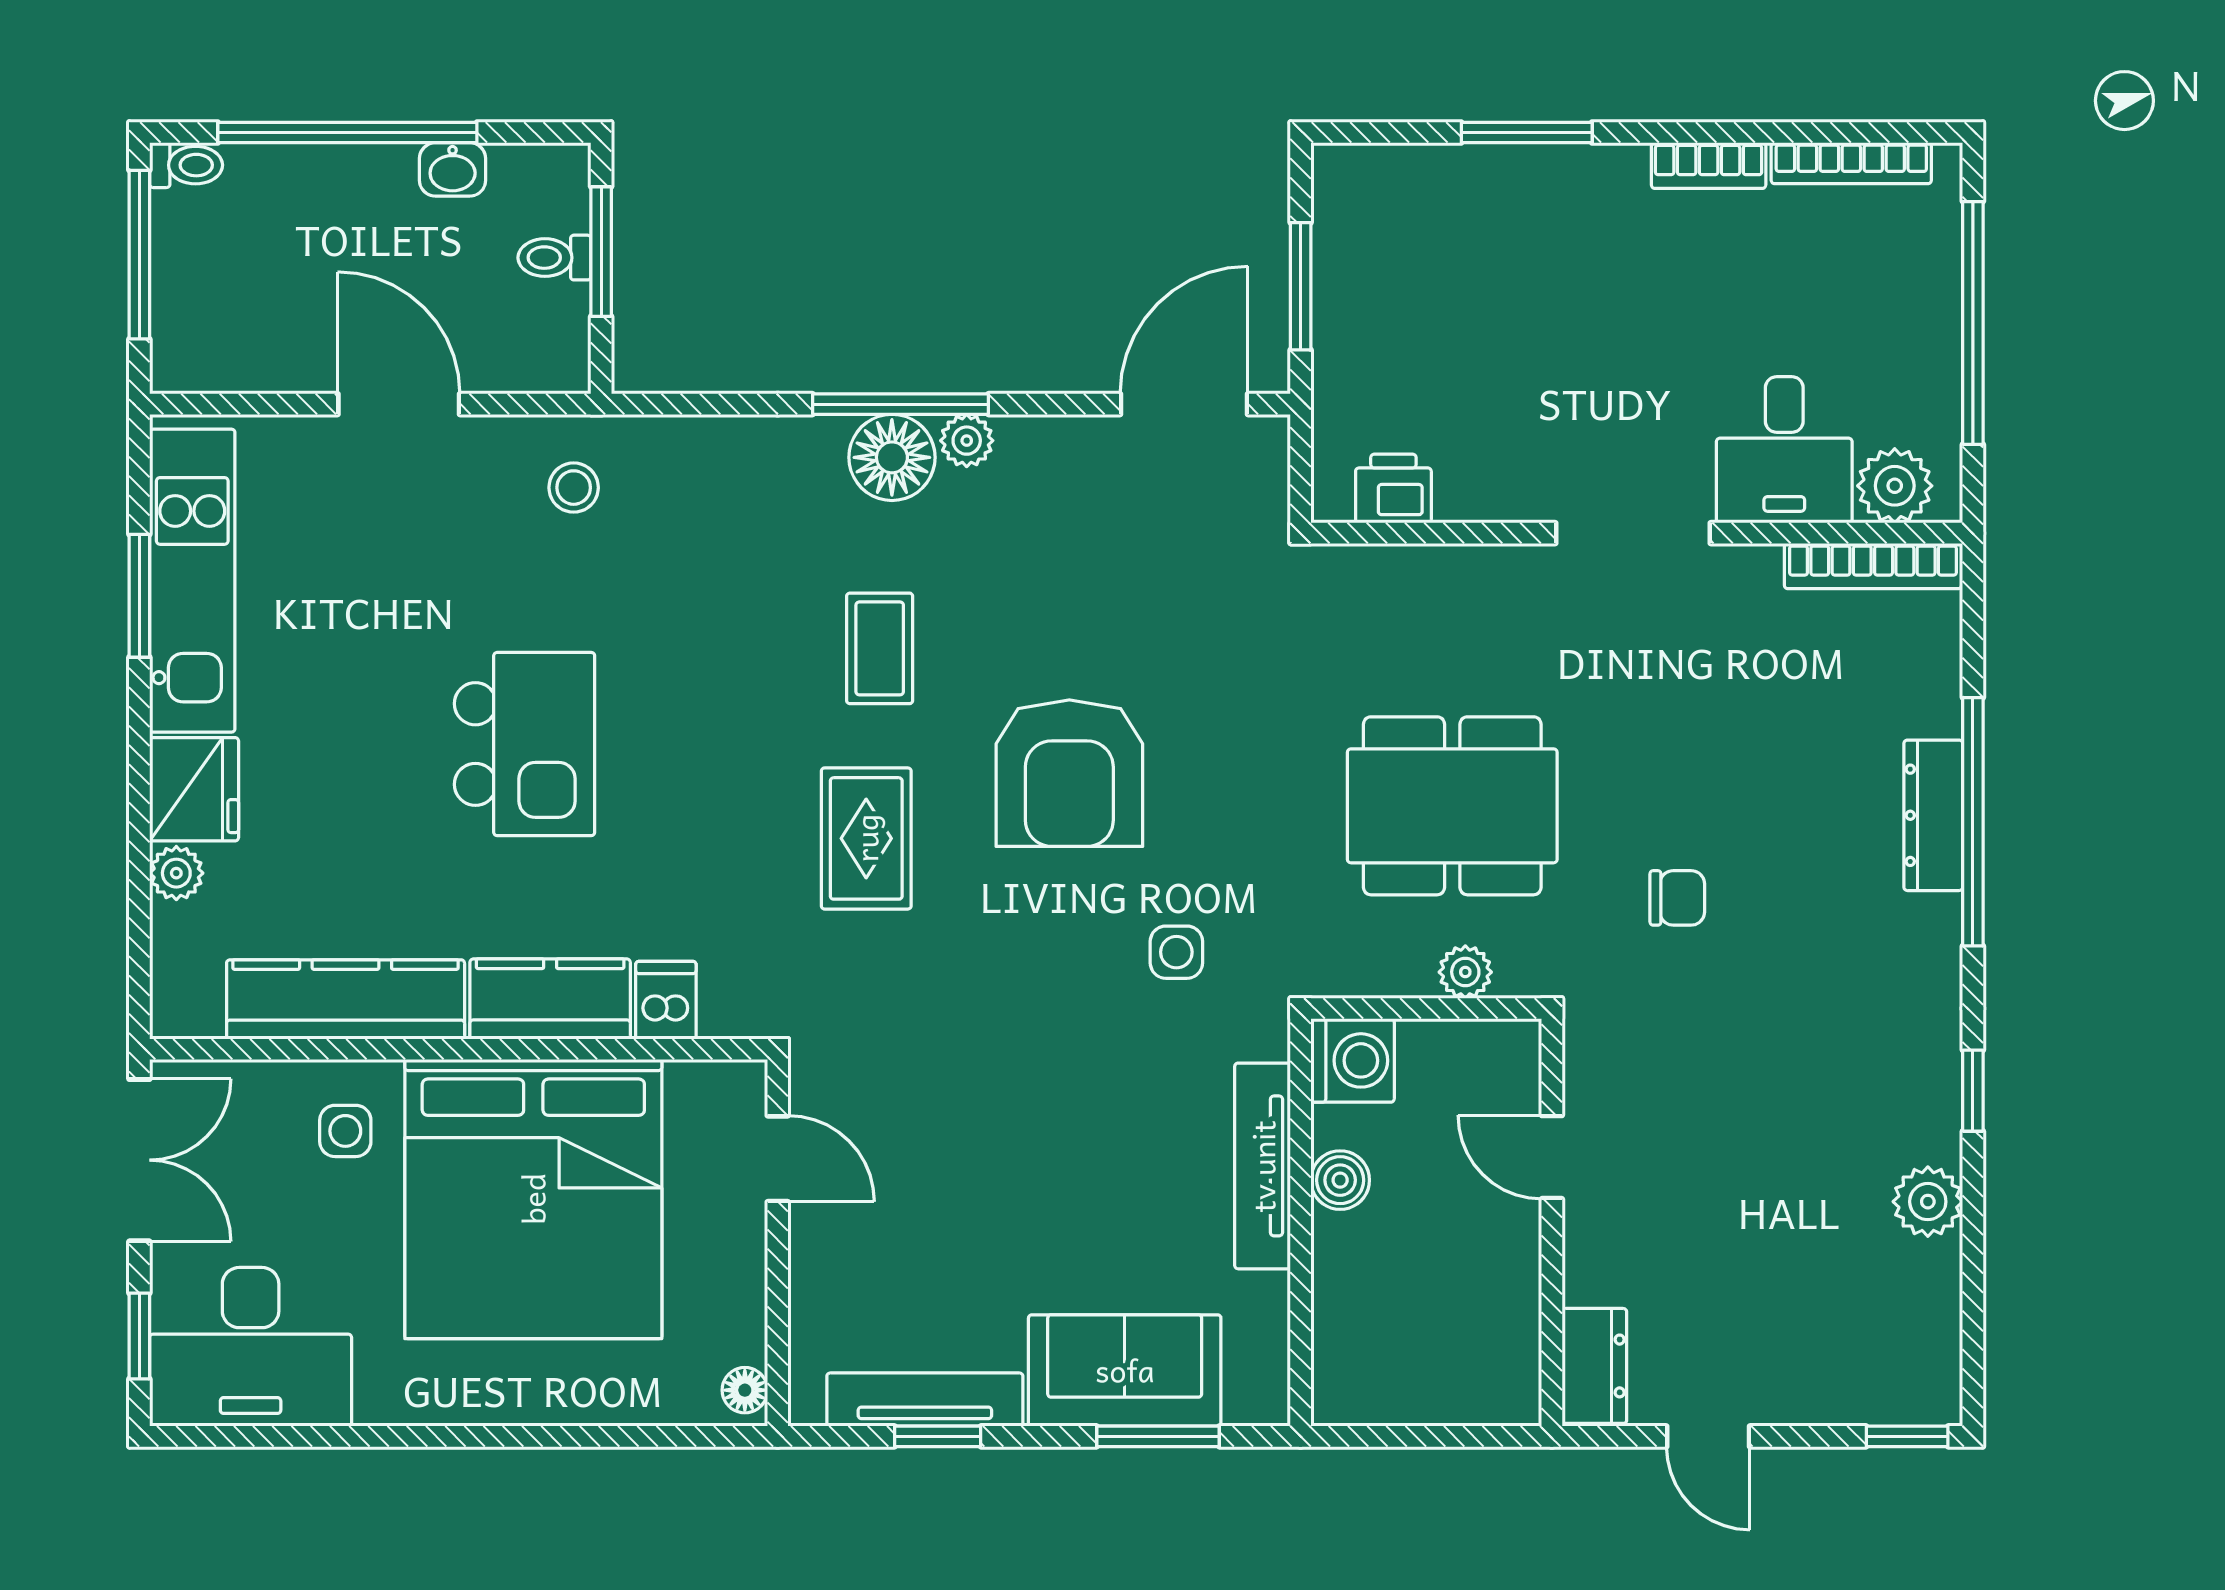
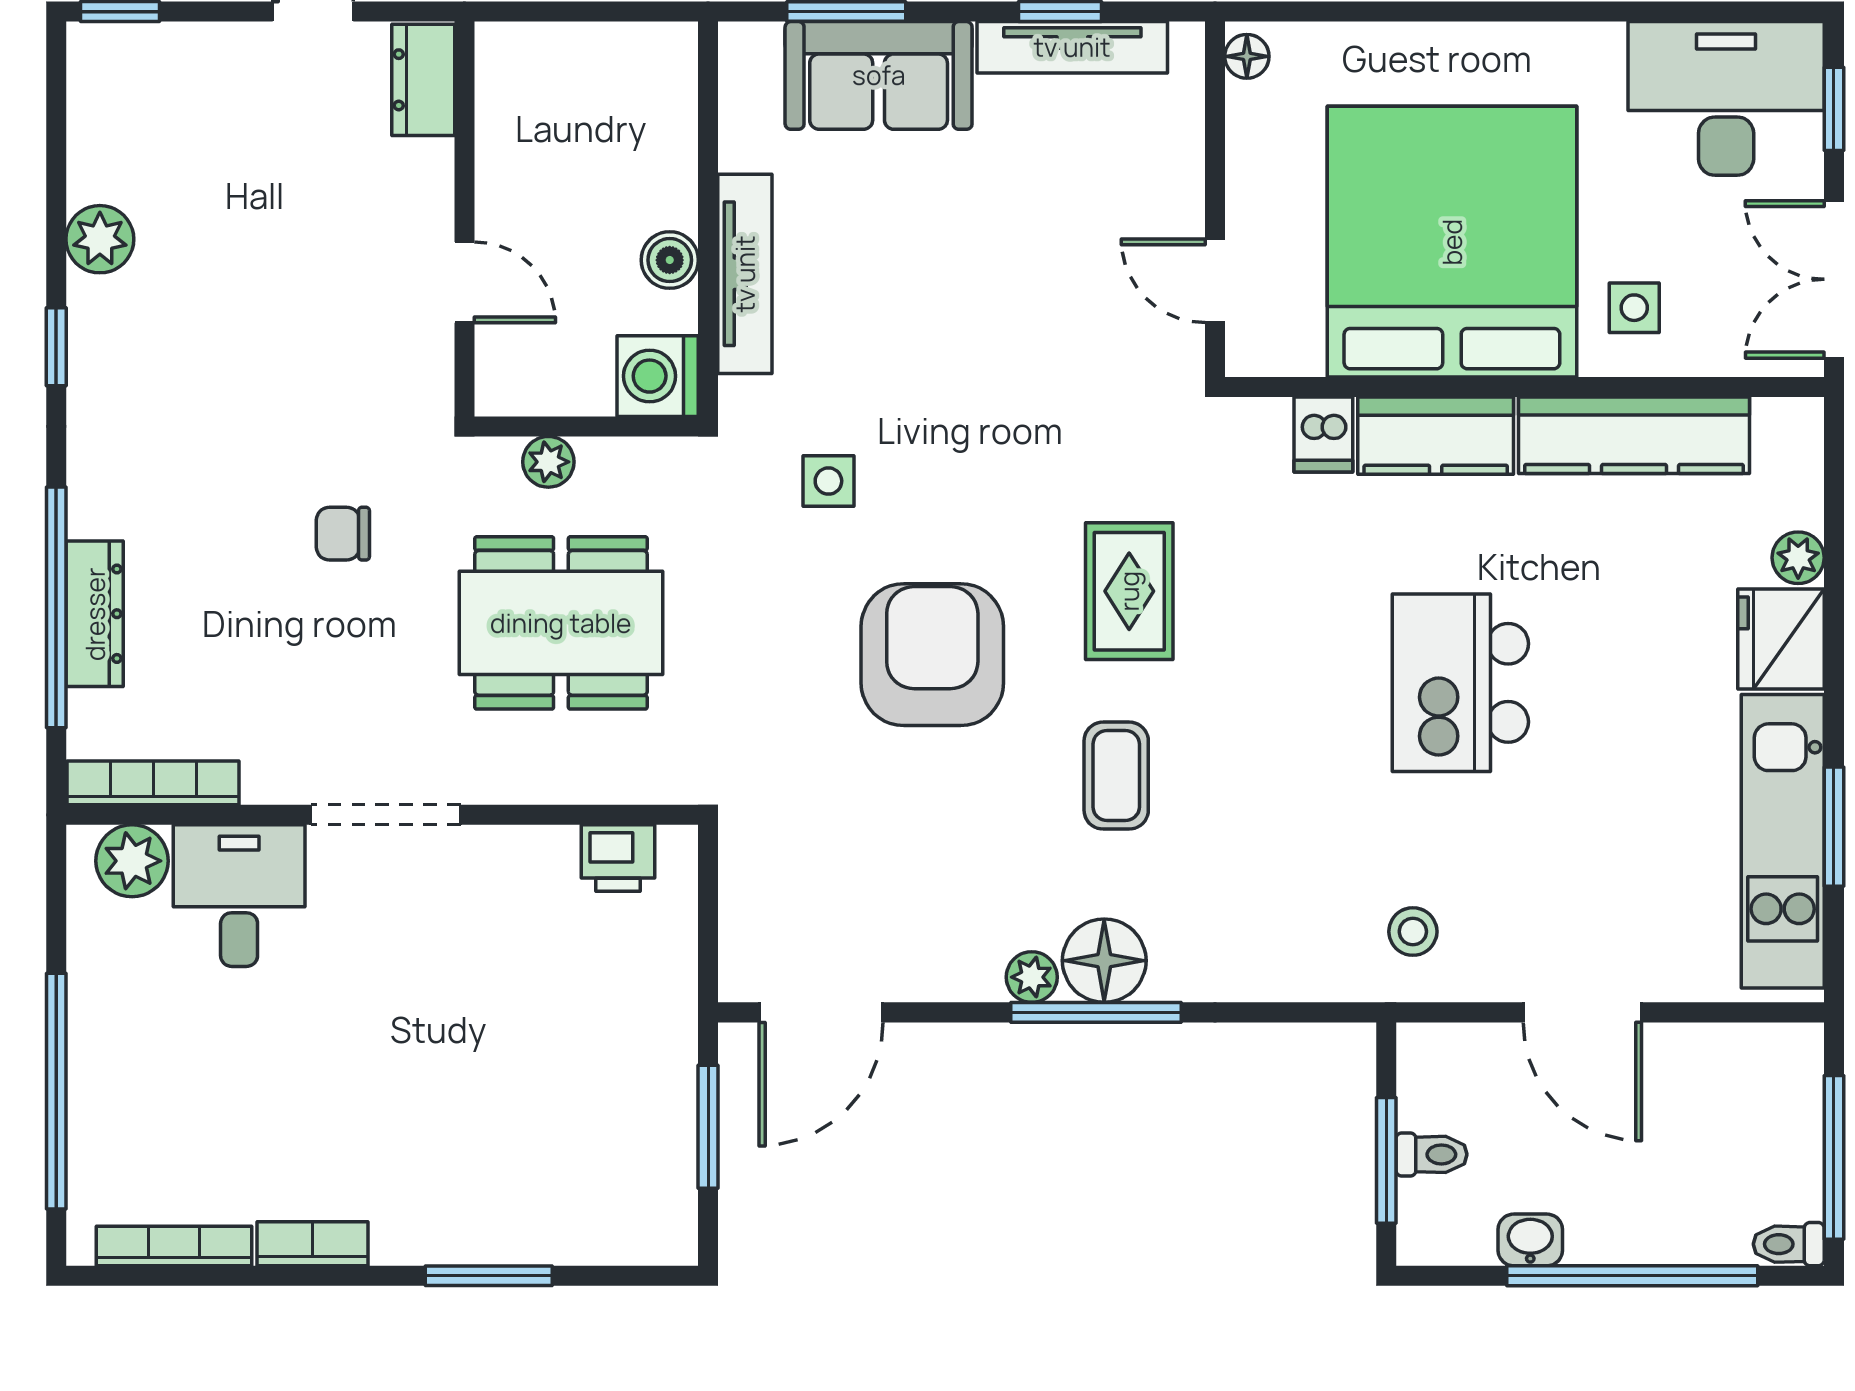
desk: (1784, 450) -> (239, 896), moved
plant: (1895, 486) -> (132, 861), moved
printer: (1393, 489) -> (618, 858), moved
doorway: (1633, 533) -> (386, 815), moved
wall: (1637, 533) -> (382, 815), moved
bookcase: (1873, 566) -> (153, 783), moved

